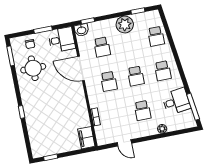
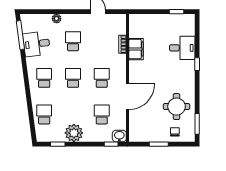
desk: (62, 40) -> (182, 48), moved, turned 180
door: (81, 68) -> (128, 97), hinge flipped
filing cabinet: (86, 138) -> (136, 49), moved

